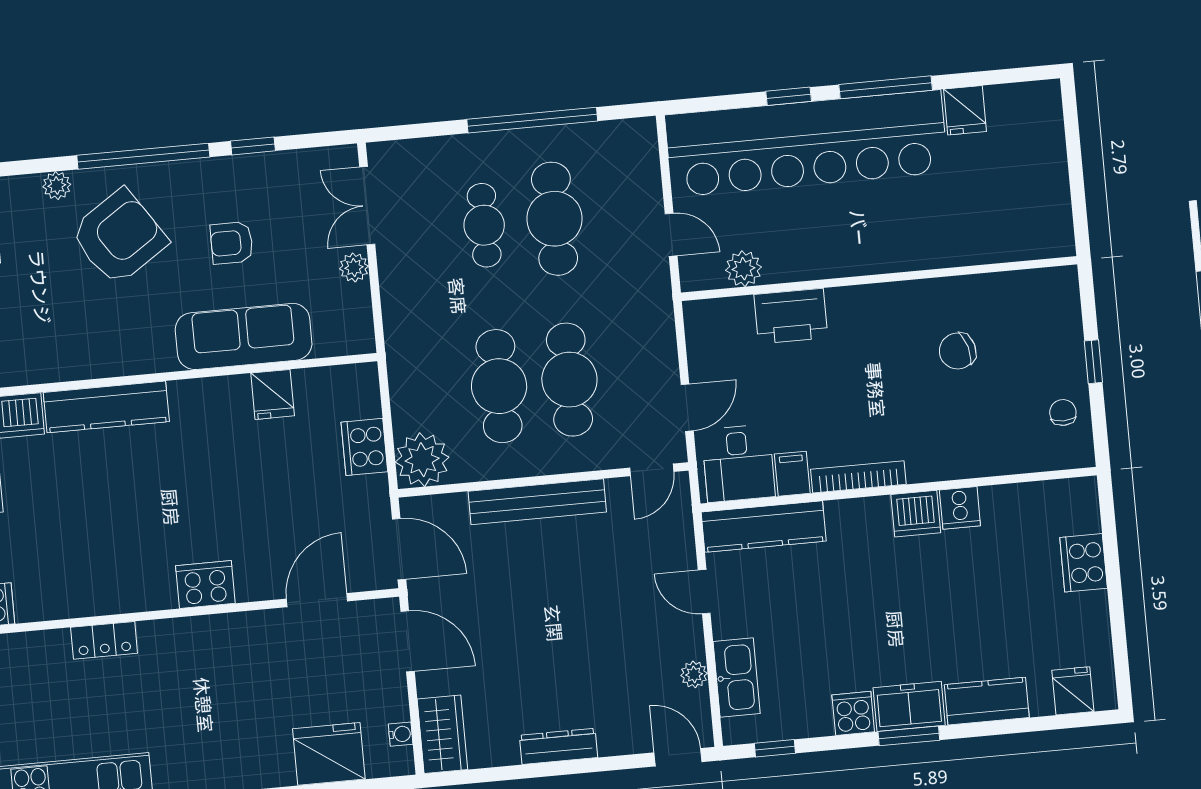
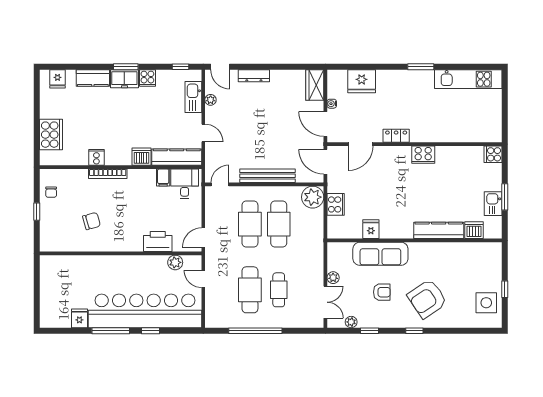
window: (143, 156) -> (414, 331), width x0.32
plant: (57, 186) -> (351, 322), moved
door: (687, 408) -> (203, 238), moved
bookcase: (858, 477) -> (108, 174), moved
dishwasher: (916, 514) -> (141, 157), moved
cooker: (1084, 563) -> (51, 135), width x1.37, depth x1.31
cooker: (205, 585) -> (423, 155), moved
locker: (104, 640) -> (396, 136), moved
water cooler: (401, 734) -> (332, 104), moved
dresser: (558, 746) -> (254, 76), moved

